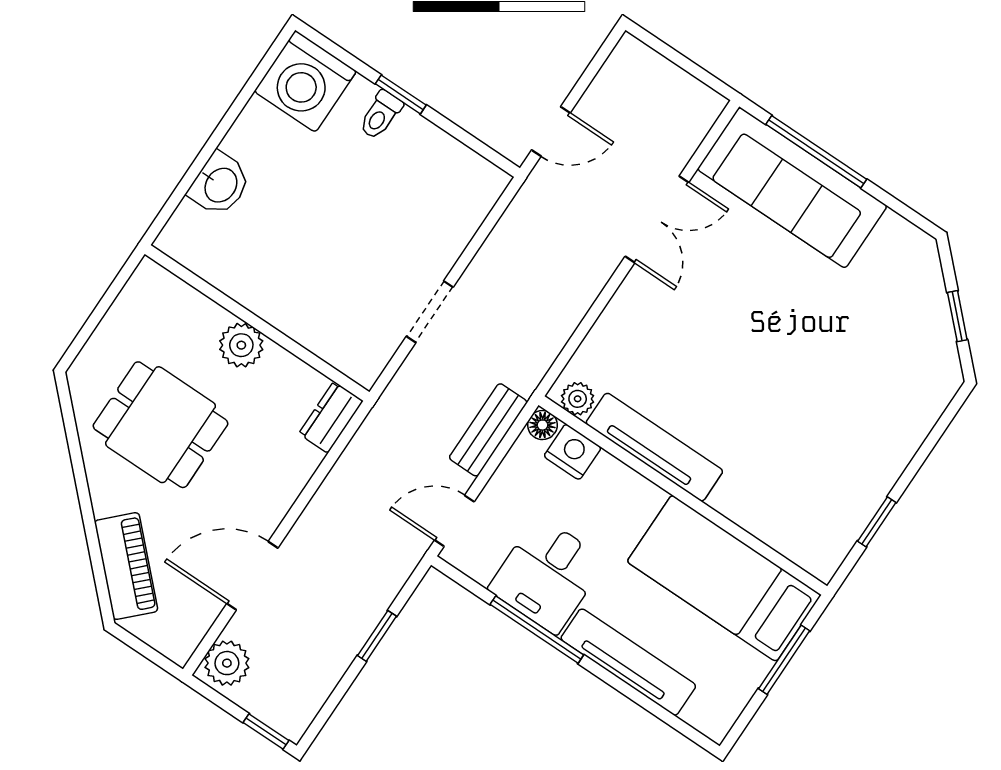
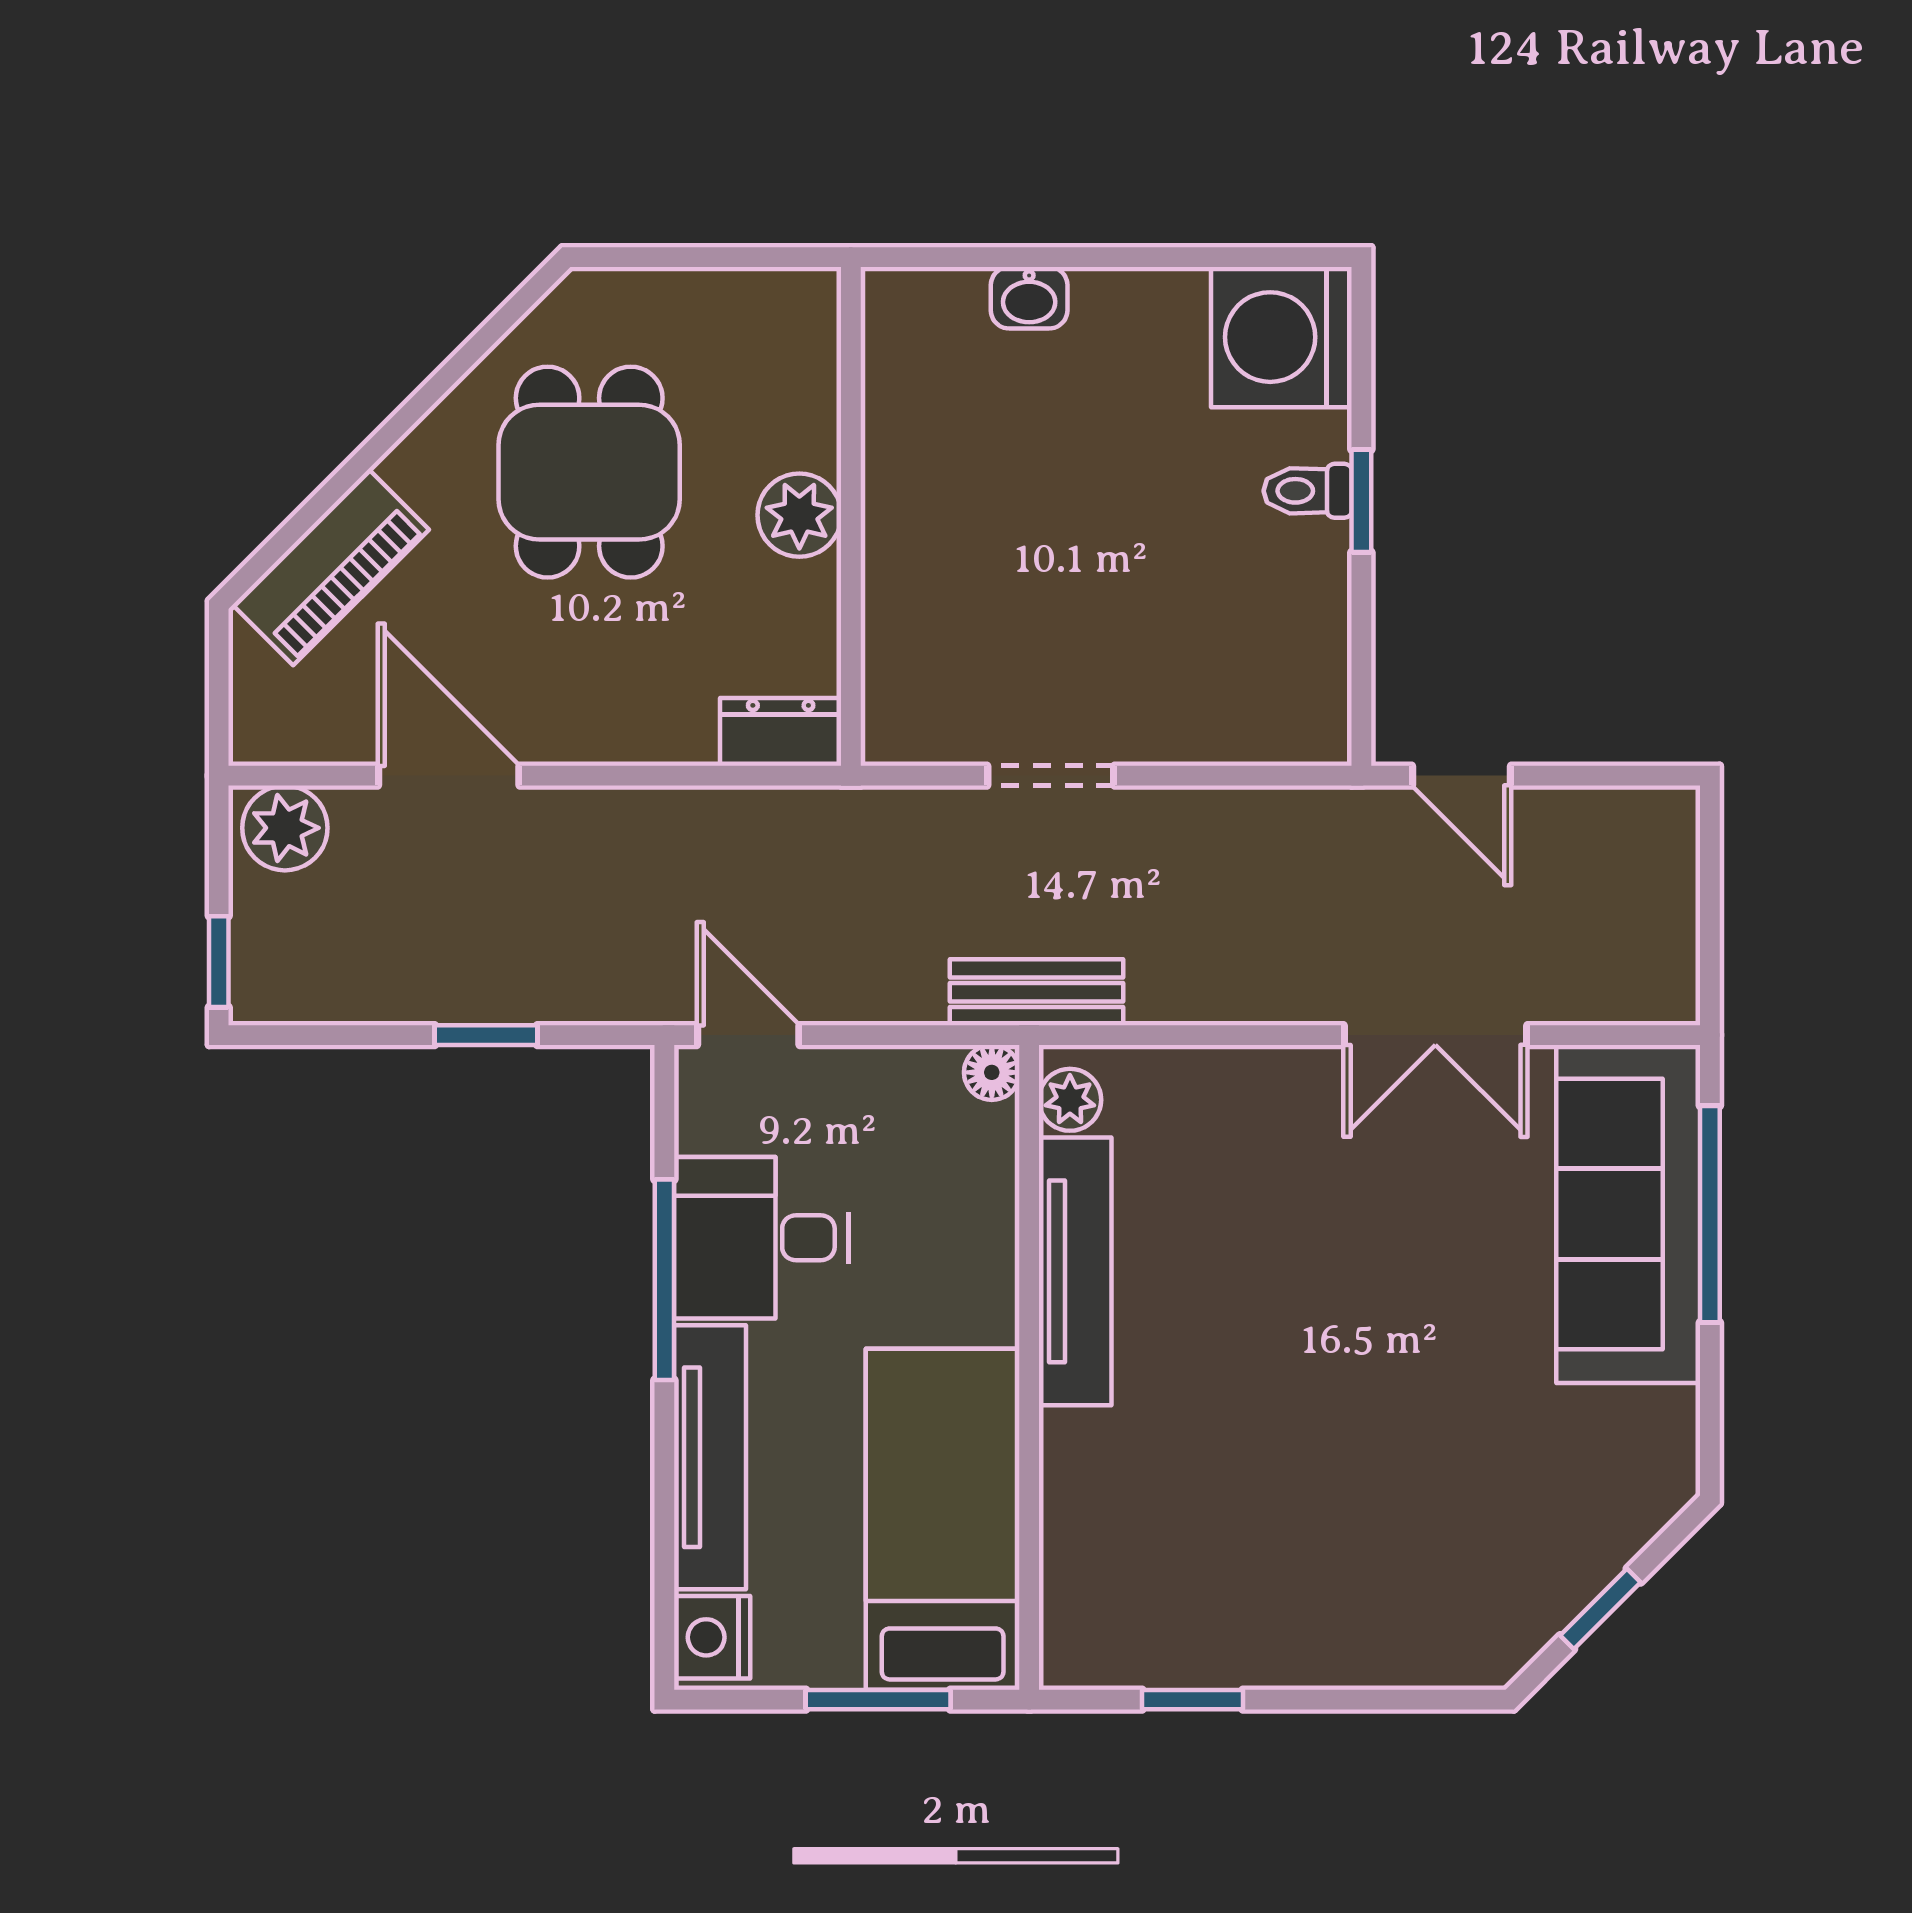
washbasin: (220, 184) -> (1029, 298), width x0.72, depth x0.69
bench: (488, 430) -> (1036, 992), moved
nightstand: (573, 452) -> (712, 1637), moved, turned 180

